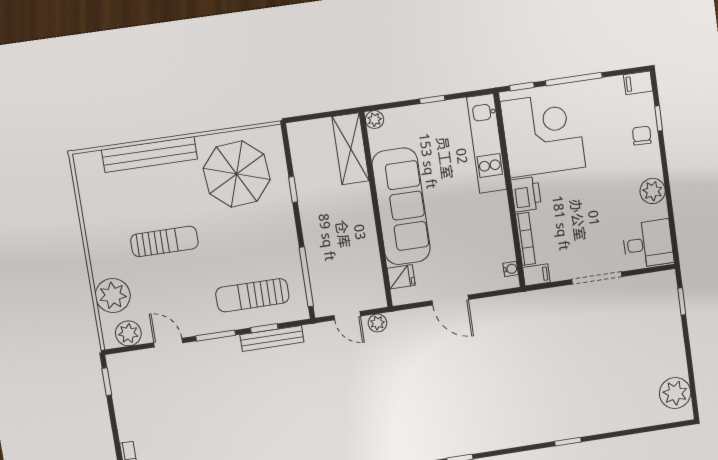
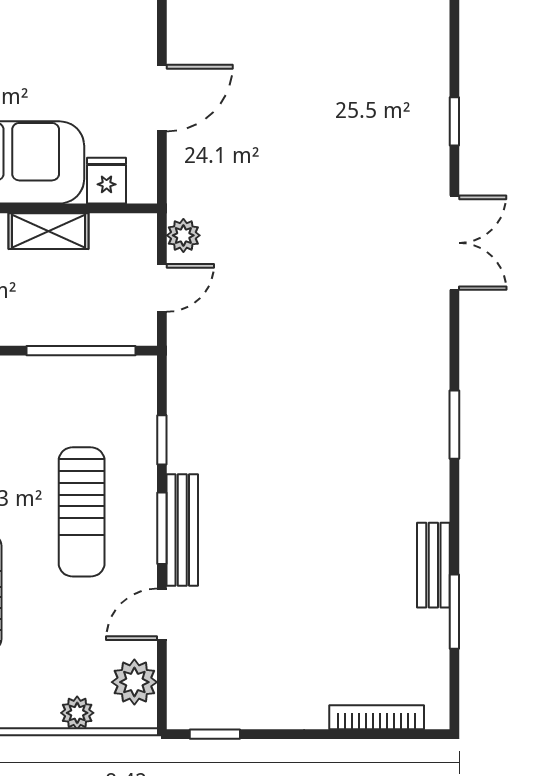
shelving: (369, 249) -> (49, 231), added
plant: (113, 295) -> (77, 713), width x0.53, depth x0.53
sun lounger: (252, 295) -> (82, 512), moved
bench: (272, 338) -> (182, 530), moved

